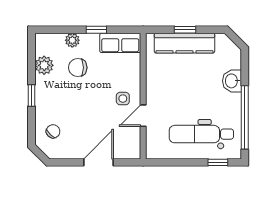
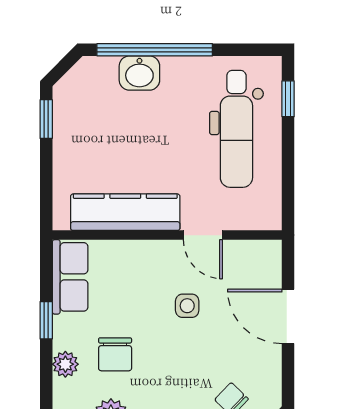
window: (185, 30) -> (46, 119), moved
kitchen counter: (184, 43) -> (125, 212), moved, turned -90
side table: (123, 99) -> (187, 306), moved
window: (245, 117) -> (155, 50), moved

